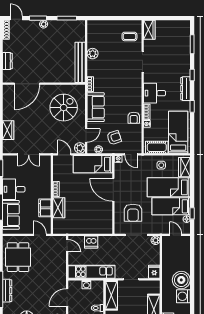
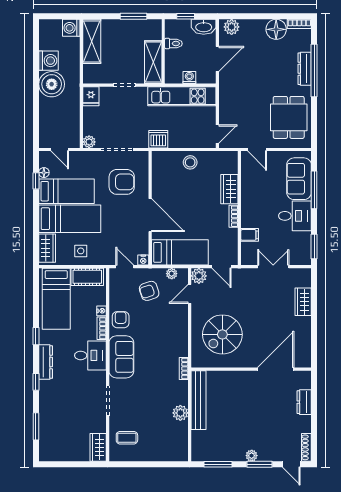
sofa: (96, 107) -> (121, 357), moved, turned 180
filing cabinet: (45, 208) -> (250, 235), moved, width x0.50
armchair: (133, 213) -> (122, 182), turned 90
stool: (86, 226) -> (190, 162), added
dishwasher: (91, 242) -> (158, 139), moved
door: (67, 246) -> (217, 134), swing flipped

